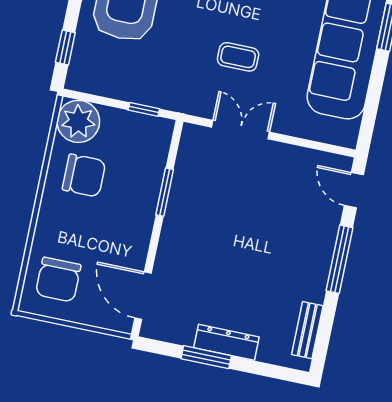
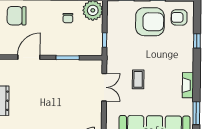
chair: (84, 176) -> (68, 18), width x0.54, depth x0.54
door: (143, 296) -> (29, 57), moved

